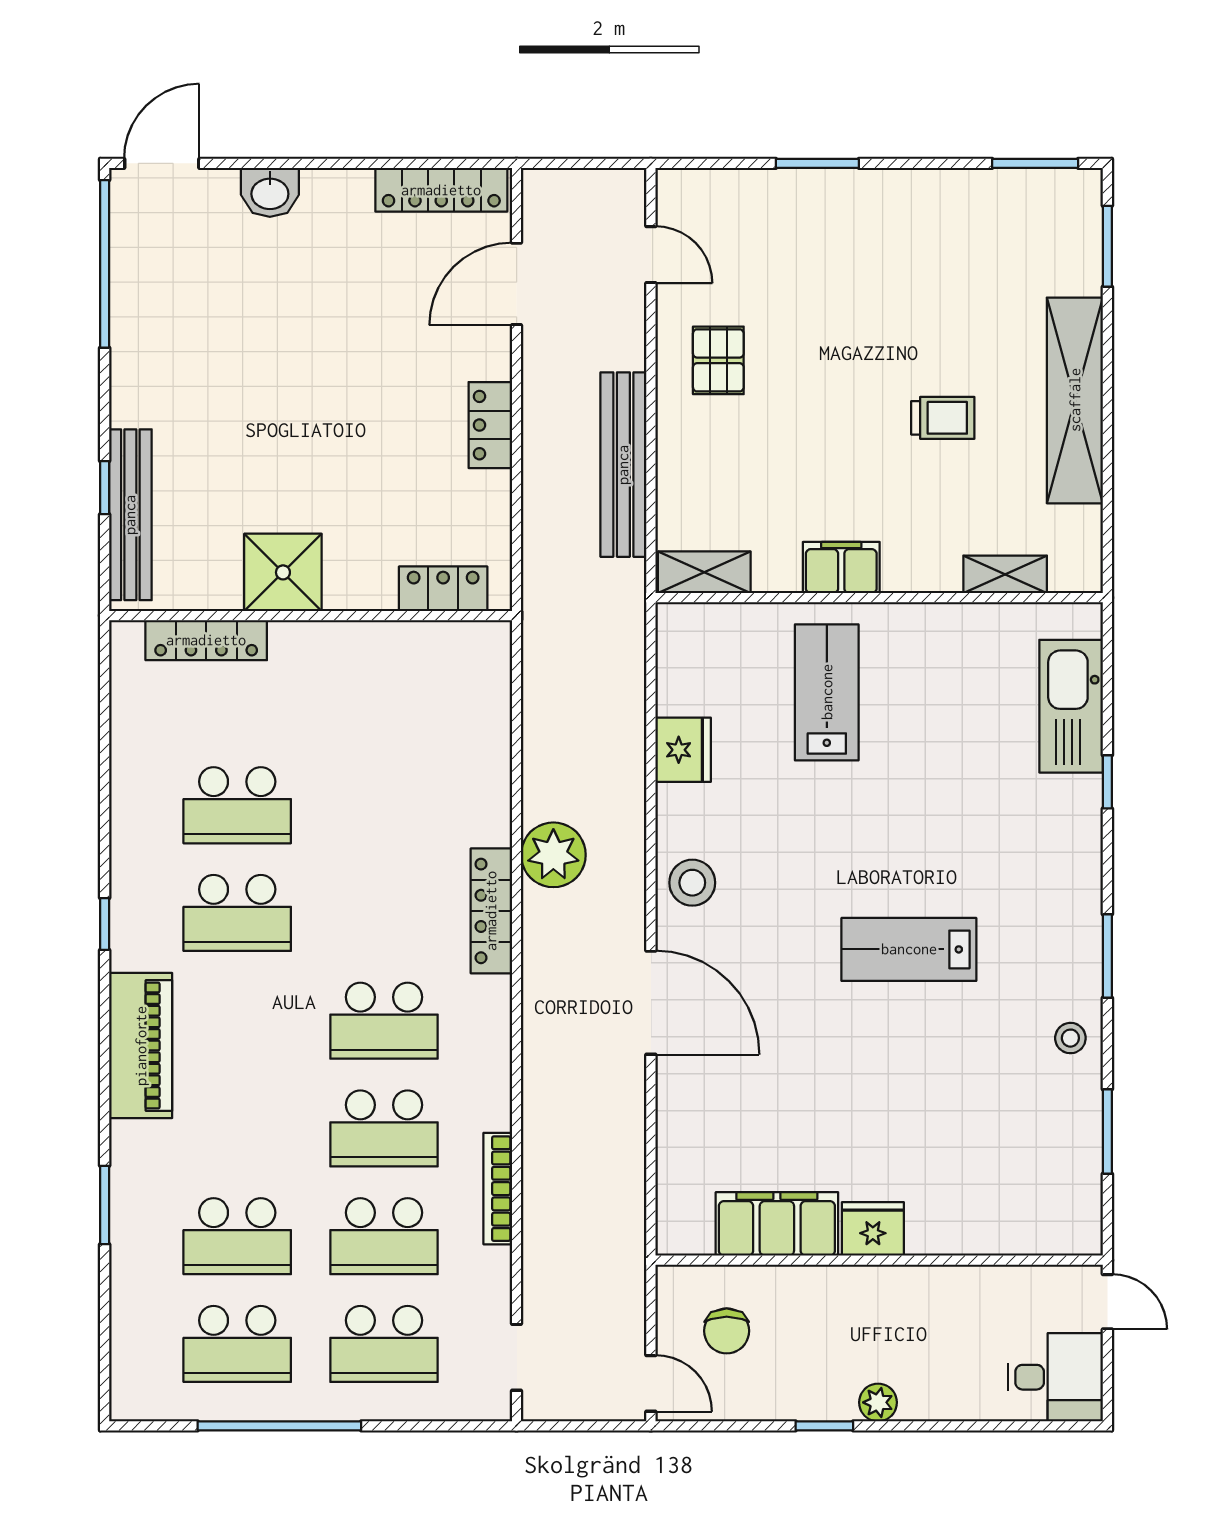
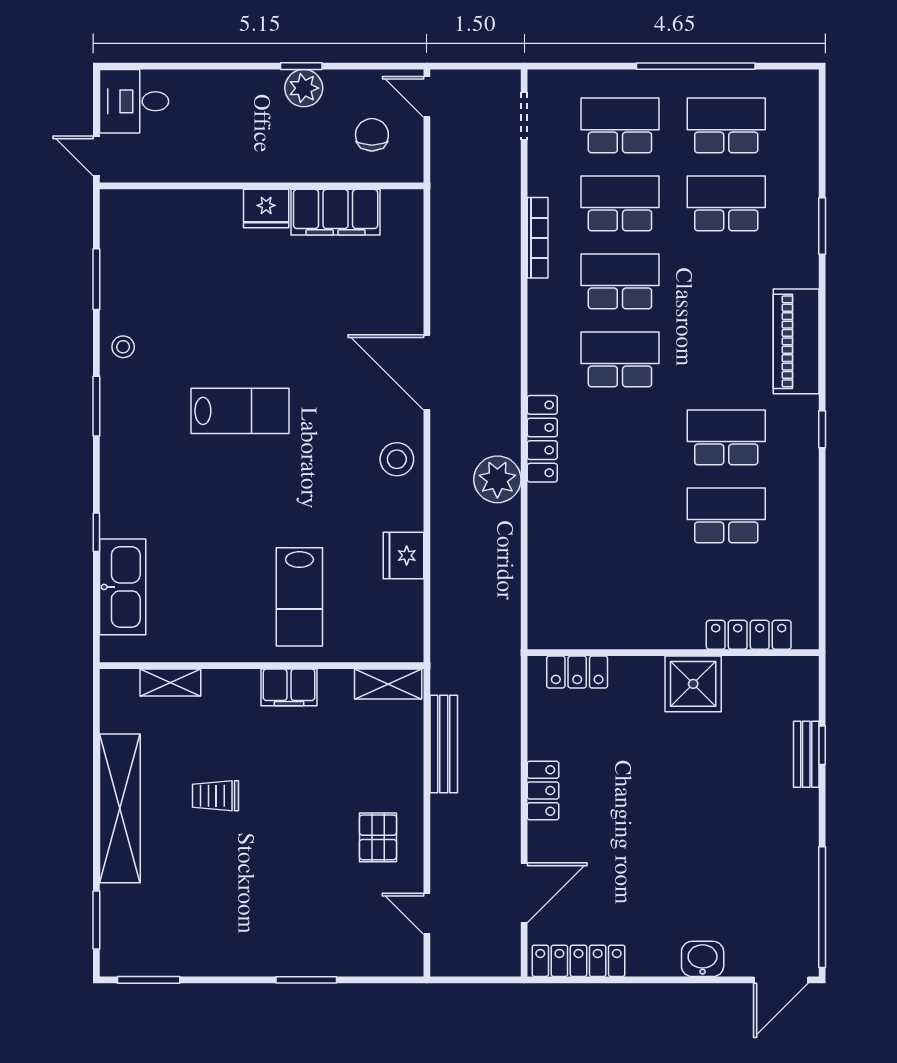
bench: (623, 465) -> (444, 744), width x0.73, depth x0.82
bench: (130, 515) -> (806, 754), width x0.54, depth x0.82
plant: (878, 1402) -> (304, 88), moved, width x1.38, depth x1.38

